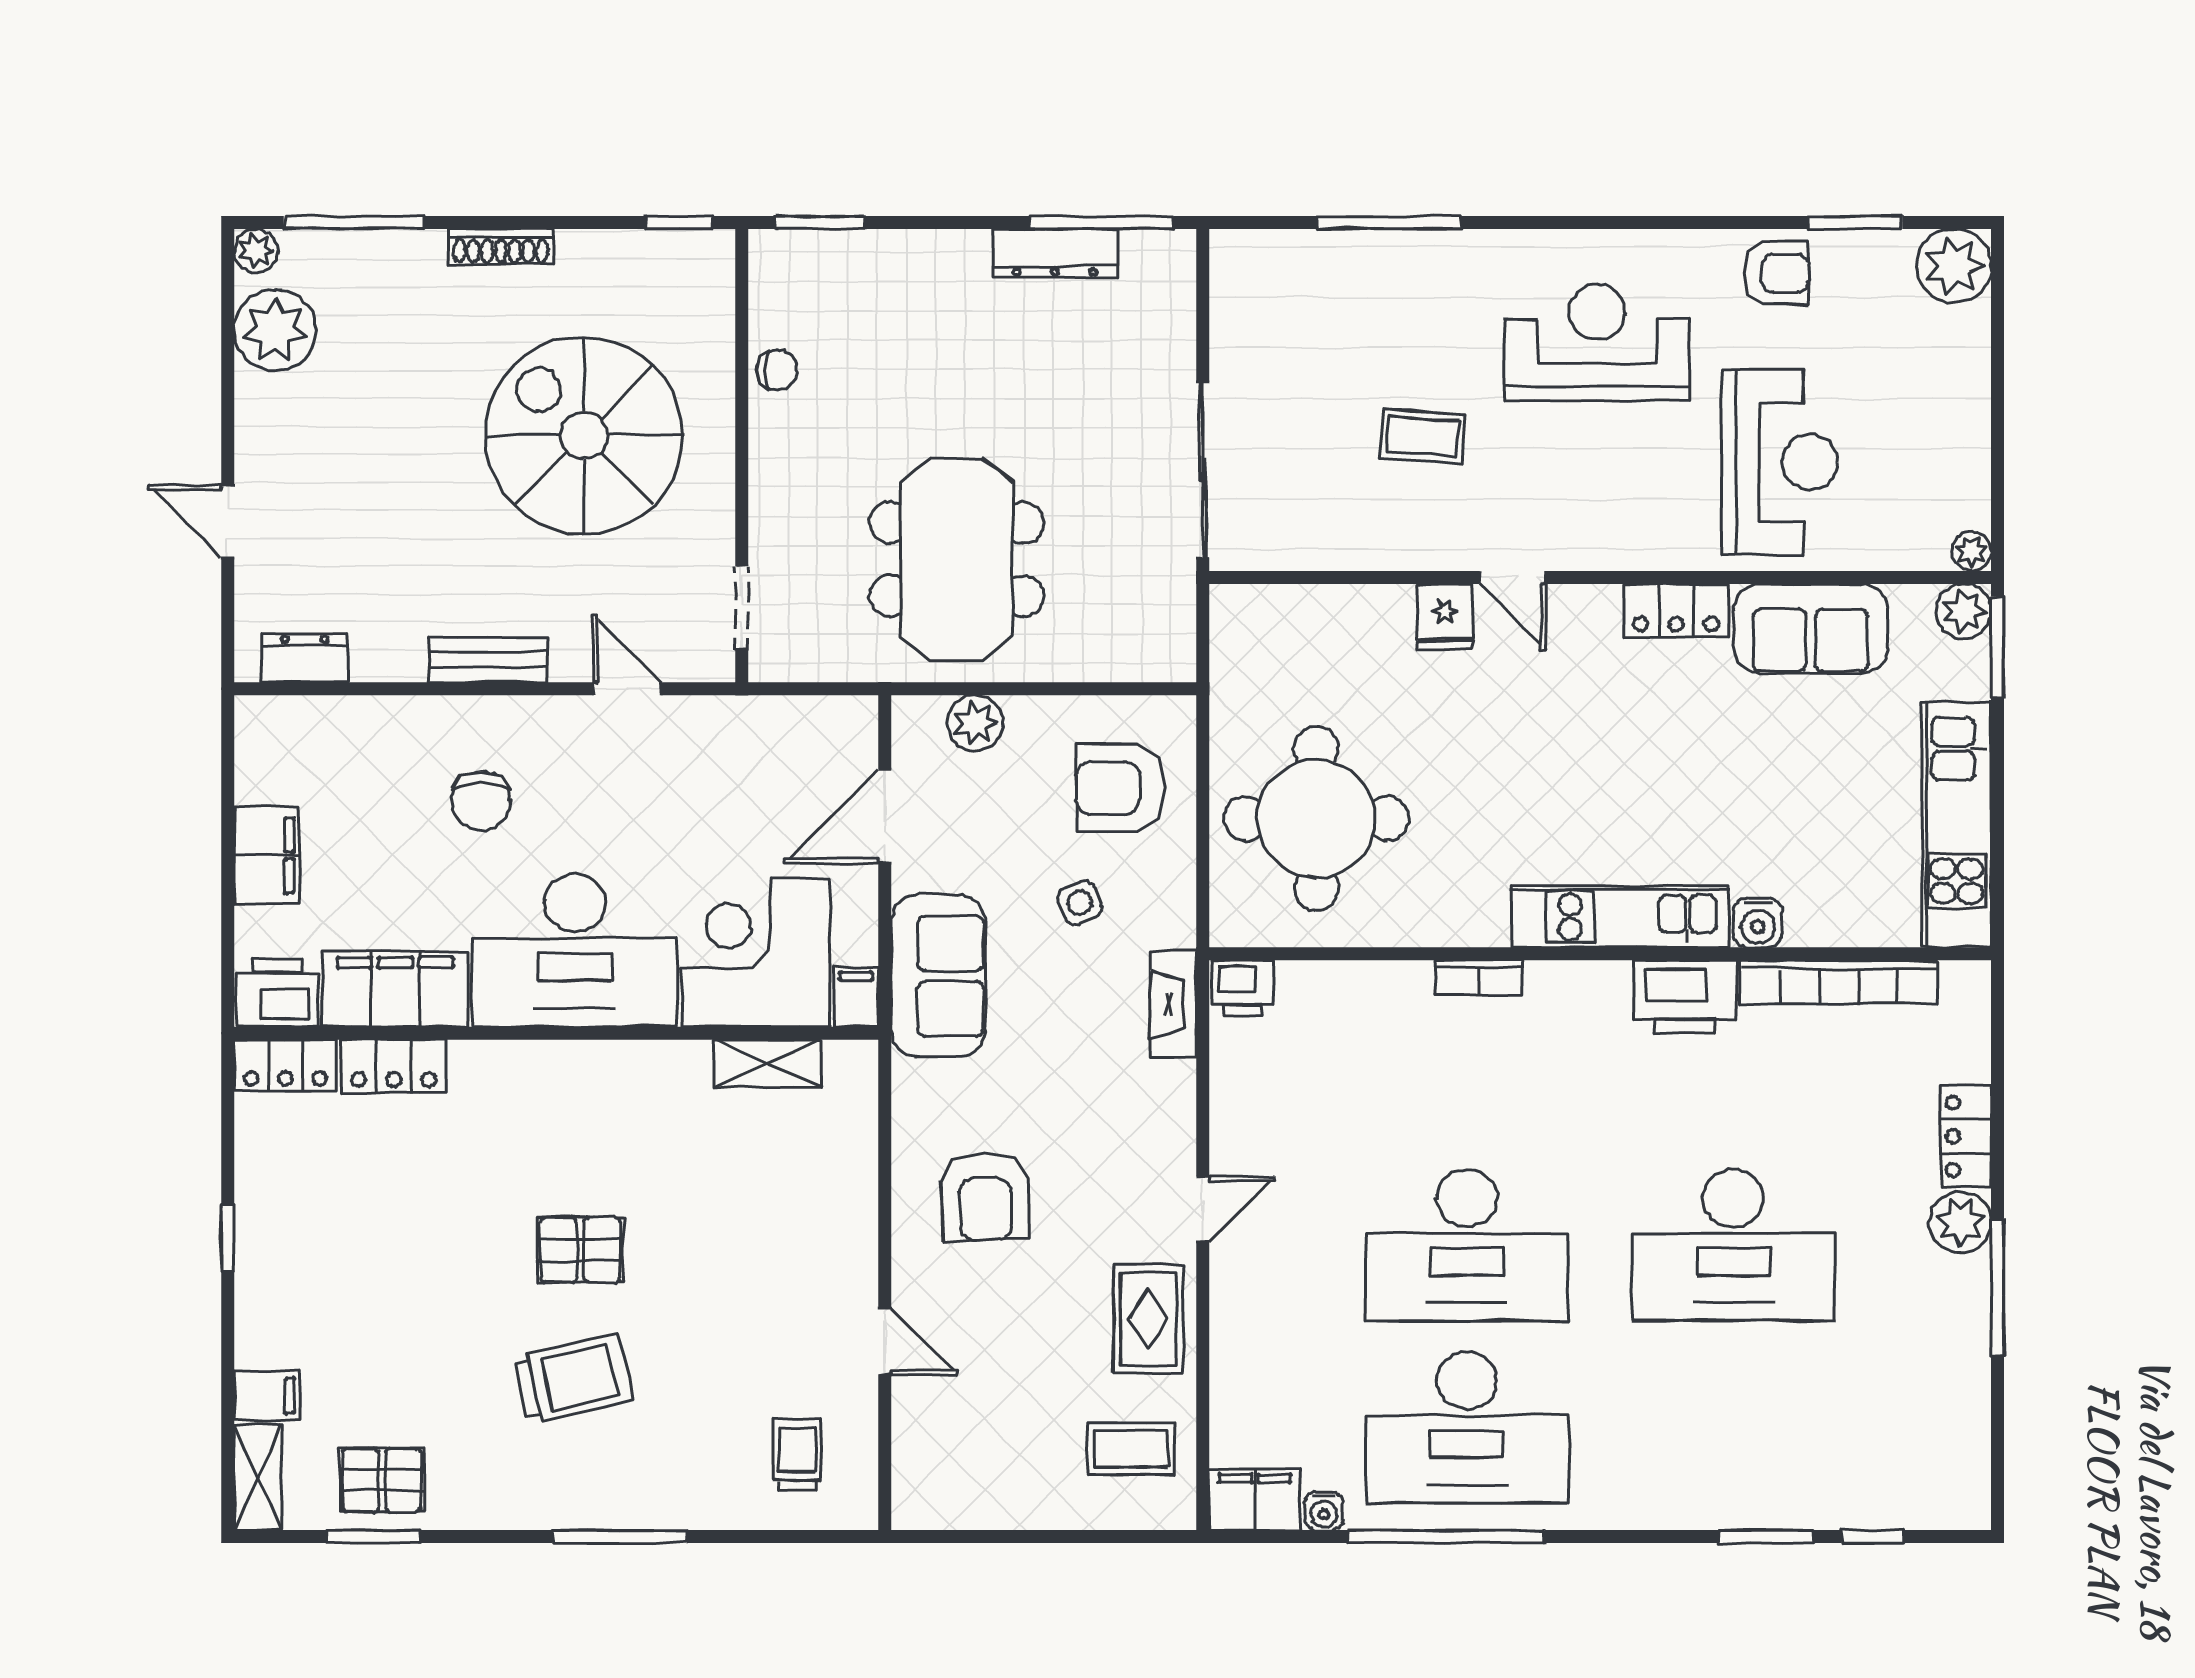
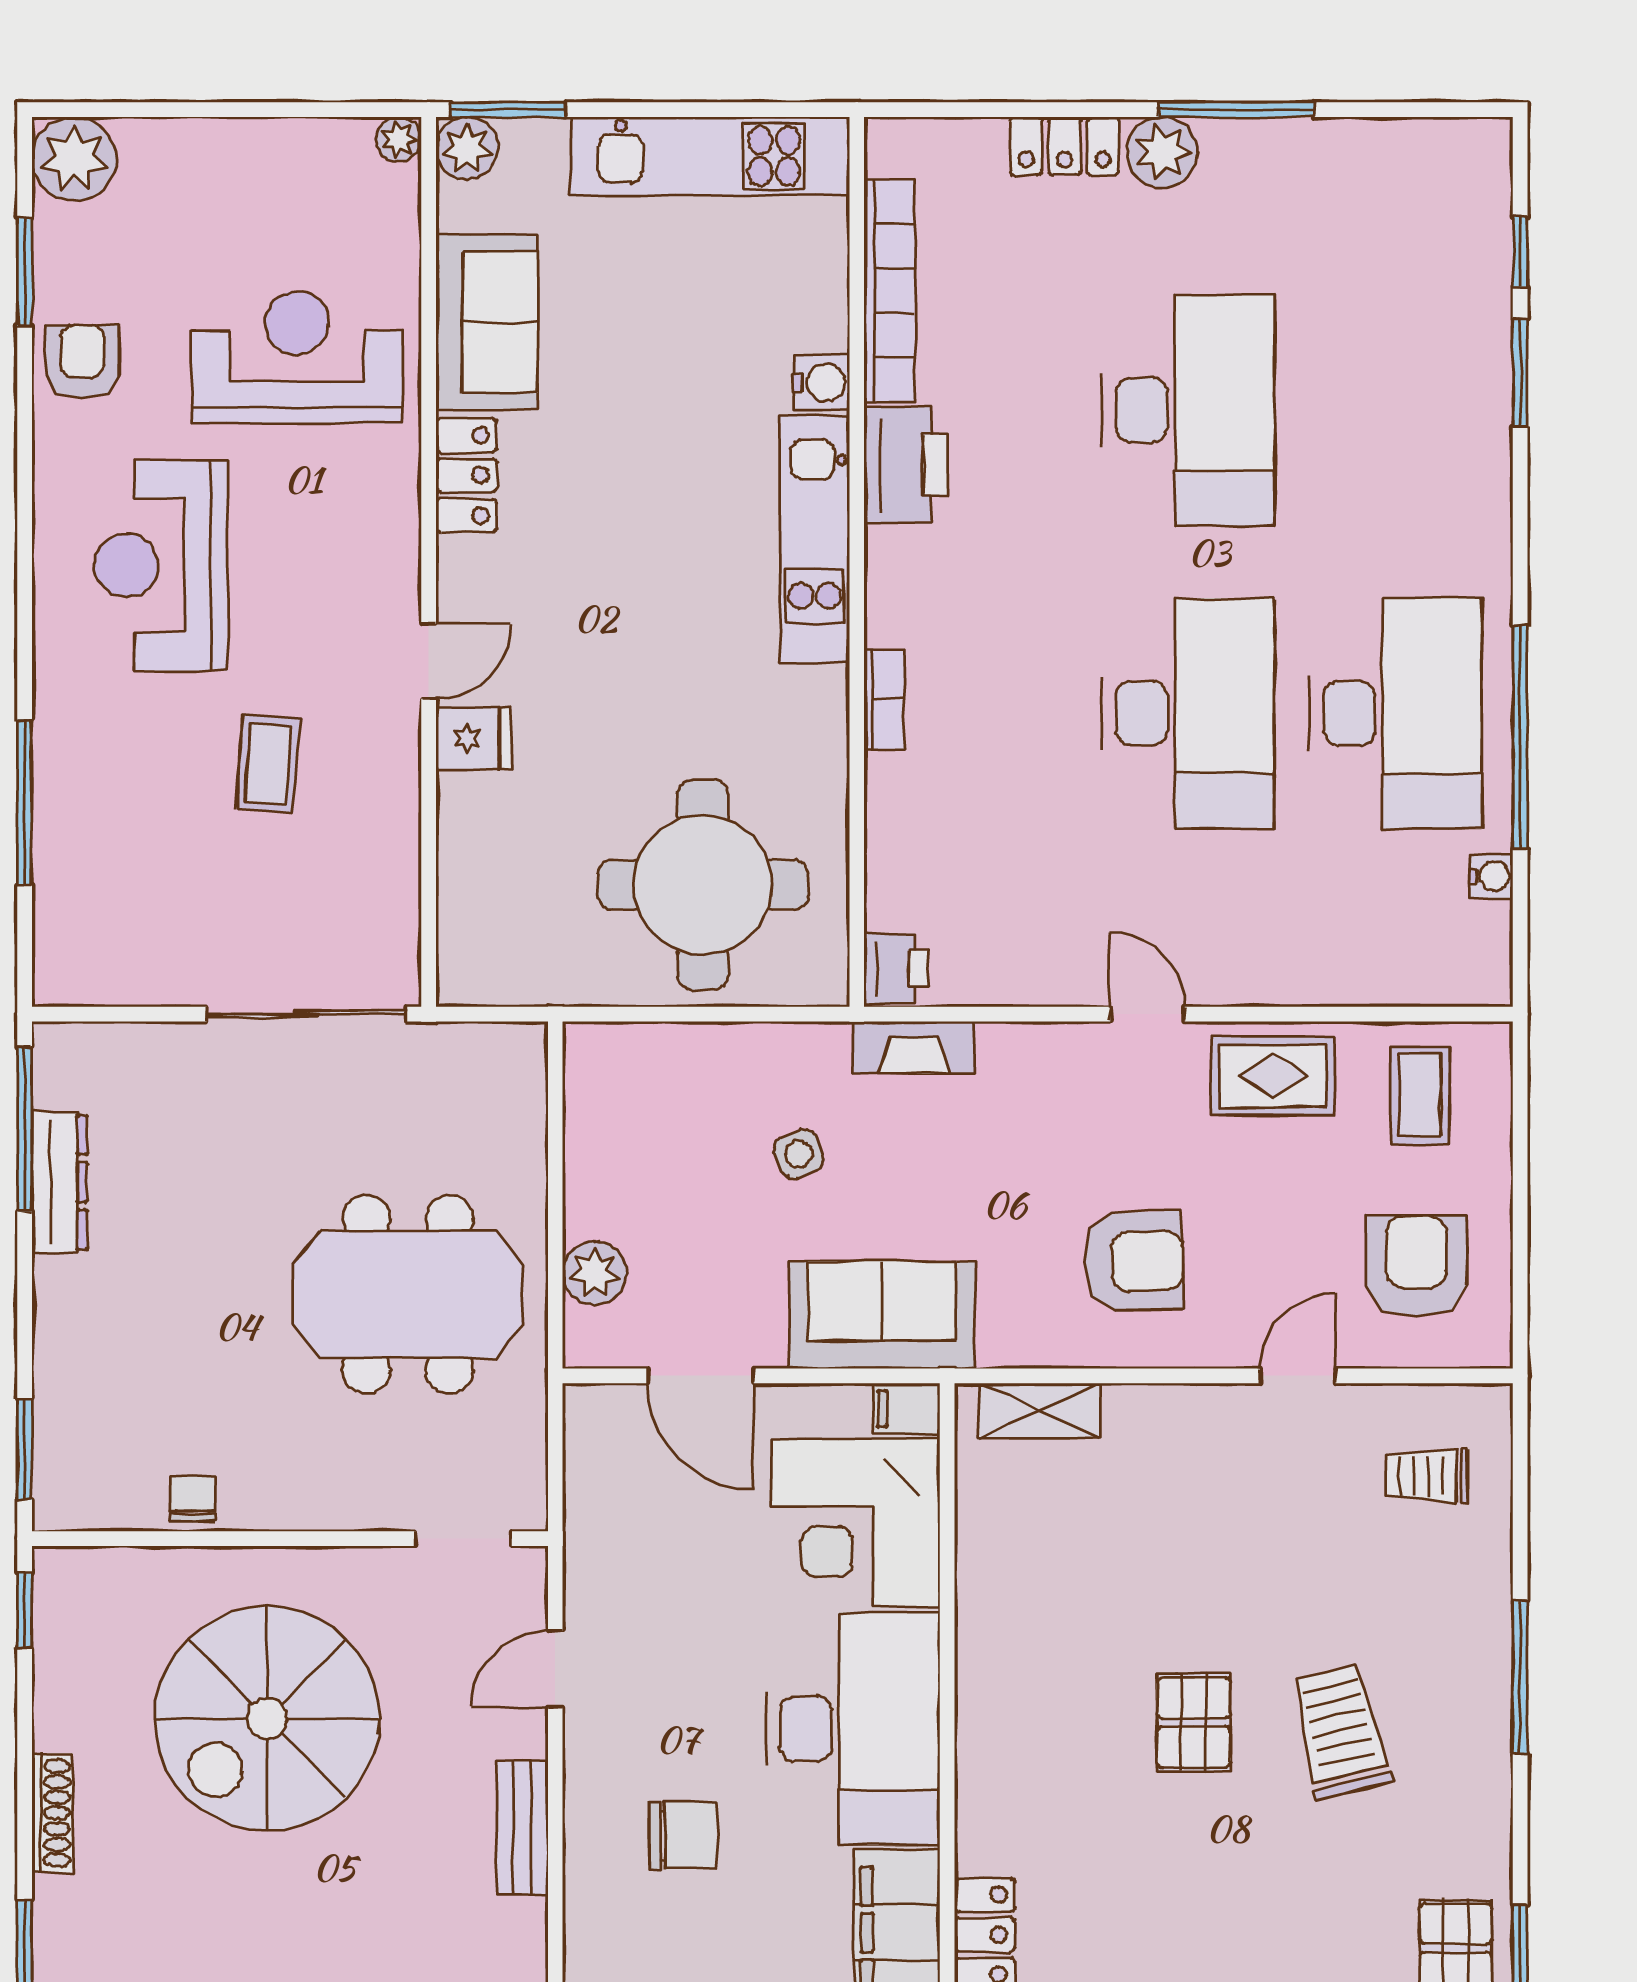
armchair: (1120, 788) -> (1416, 1266), moved, turned 180
shelving: (768, 1064) -> (1039, 1411), moved, turned 90
filing cabinet: (1255, 1500) -> (1478, 955), removed

